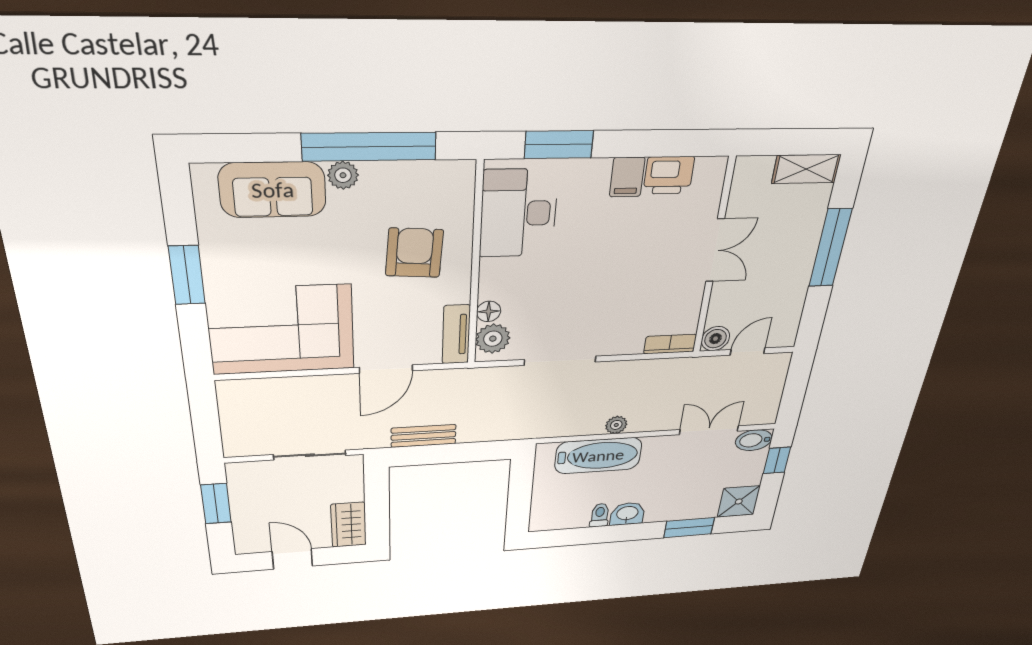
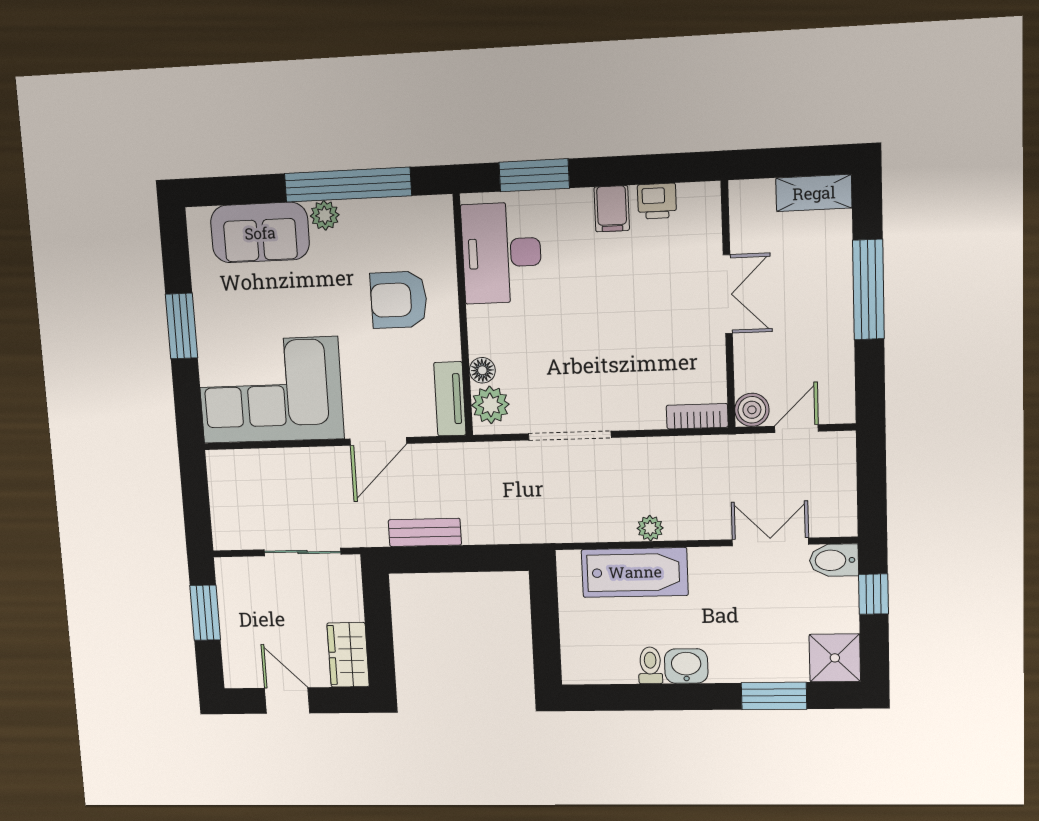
printer: (669, 175) -> (657, 201), width x0.73, depth x0.81
armchair: (414, 253) -> (399, 300), turned -94

